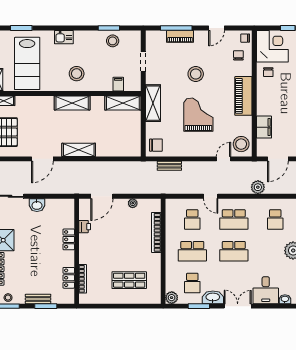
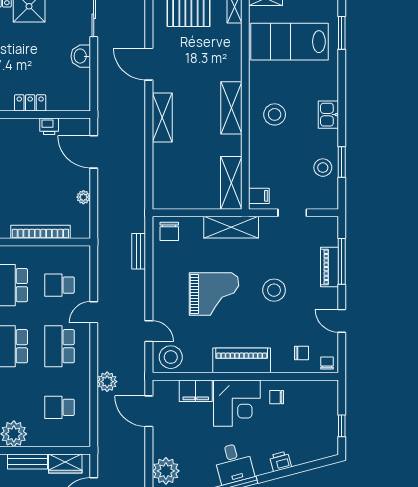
kitchen sink: (64, 37) -> (328, 115), moved
corner desk: (272, 46) -> (237, 403), moved
filing cabinet: (118, 84) -> (259, 196), moved

